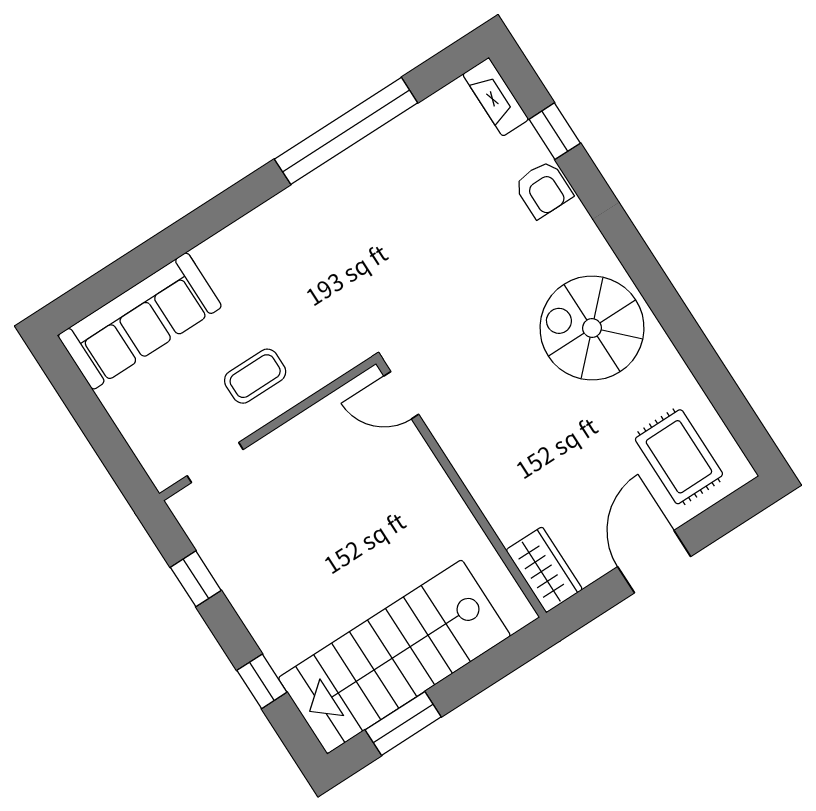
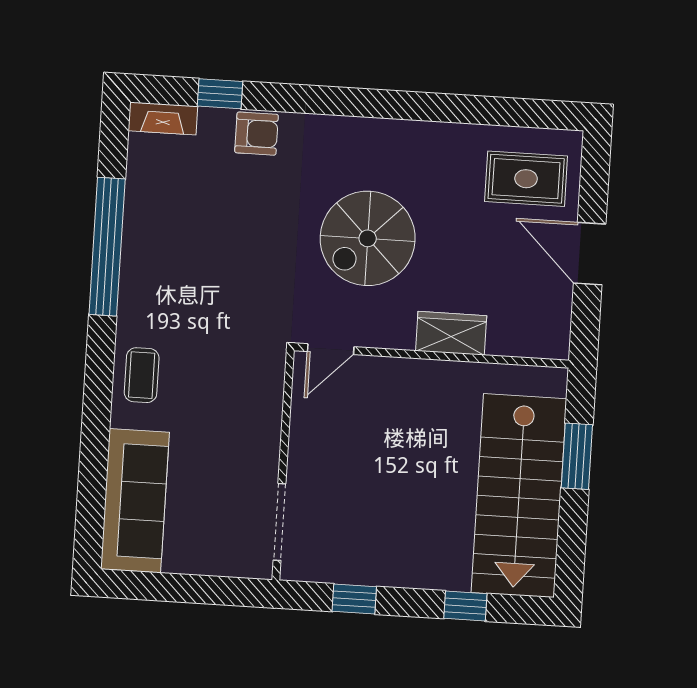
spiral stairs: (592, 328) -> (368, 238), moved
coffee table: (255, 376) -> (142, 375), moved
doorway: (215, 463) -> (279, 522), width x1.38
wardrobe: (544, 570) -> (451, 333), moved
window: (403, 723) -> (577, 456), moved

